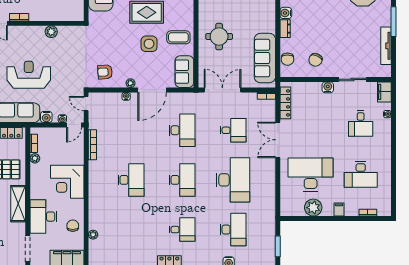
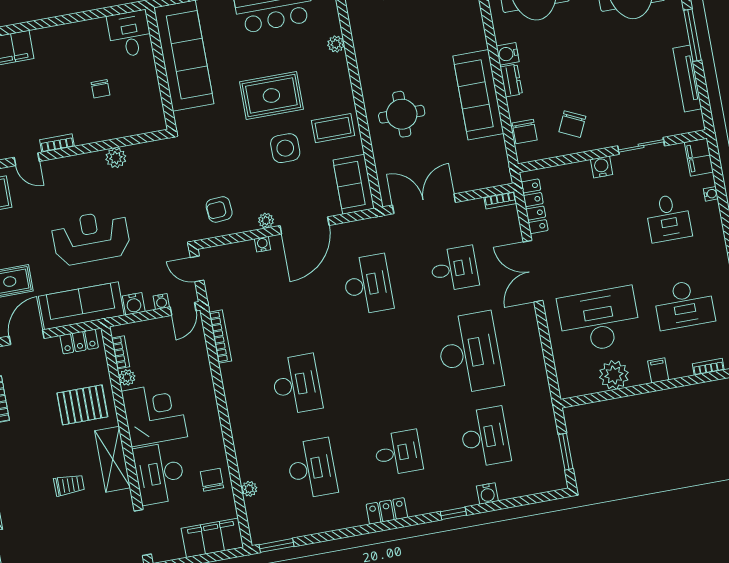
sofa: (265, 58) -> (478, 95), moved
desk: (182, 180) -> (312, 468), moved
corner desk: (67, 182) -> (154, 414), moved, turned 180

